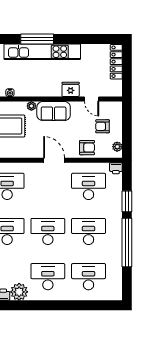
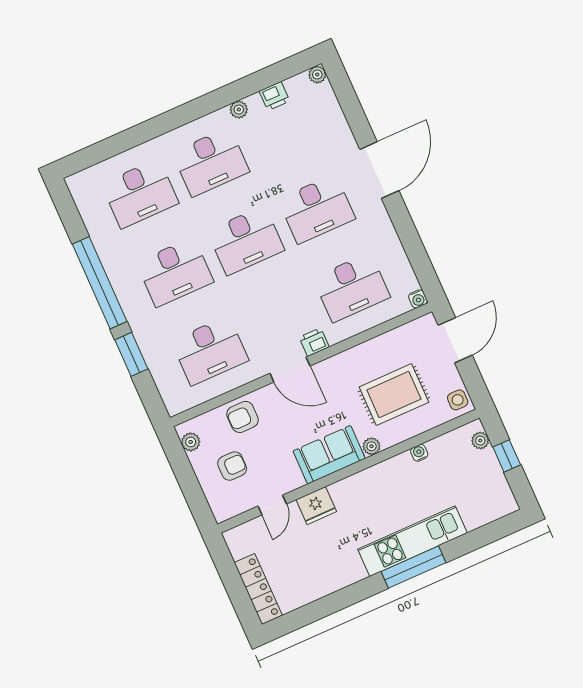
kitchen unit: (42, 52) -> (412, 541), width x0.73
door: (92, 99) -> (272, 505), swing flipped
printer: (116, 168) -> (314, 342), moved
plant: (19, 292) -> (239, 110), width x0.53, depth x0.53

